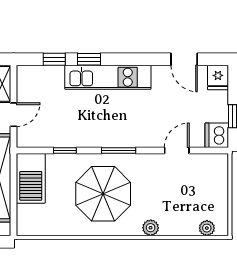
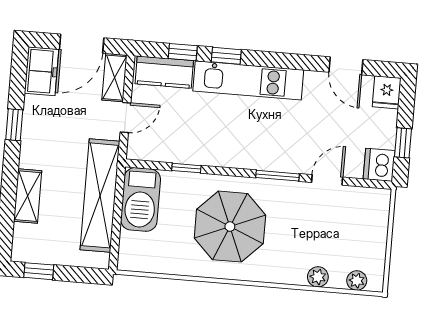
kitchen counter: (41, 76) -> (164, 72), added
window: (119, 150) -> (278, 176), moved
plant: (151, 228) -> (318, 277), moved

